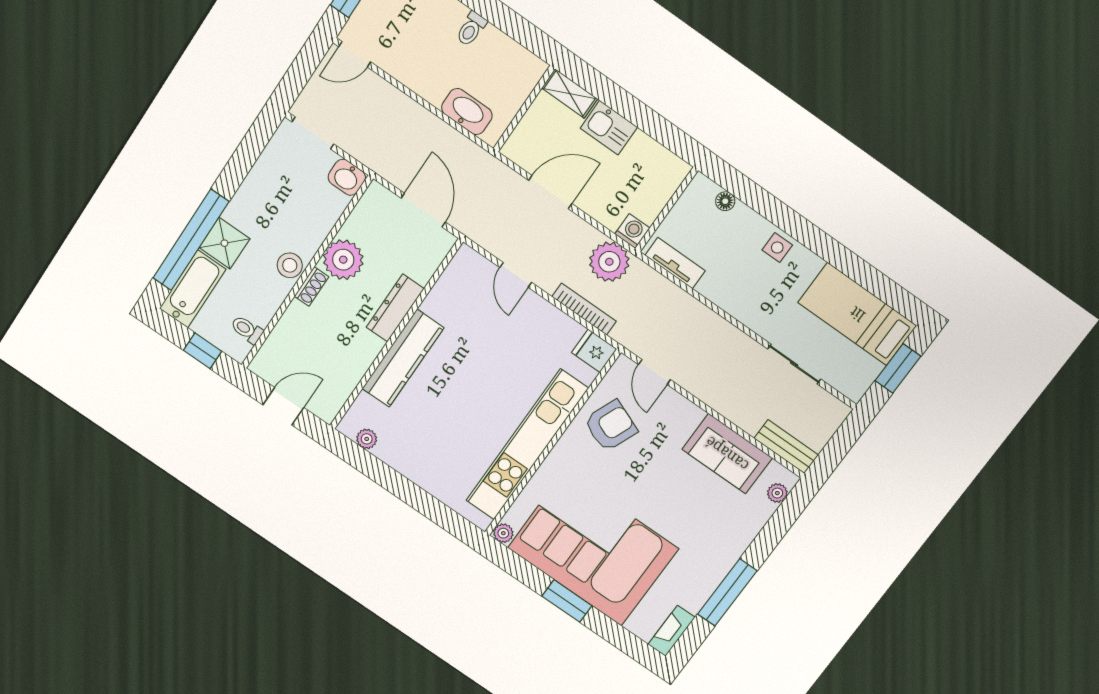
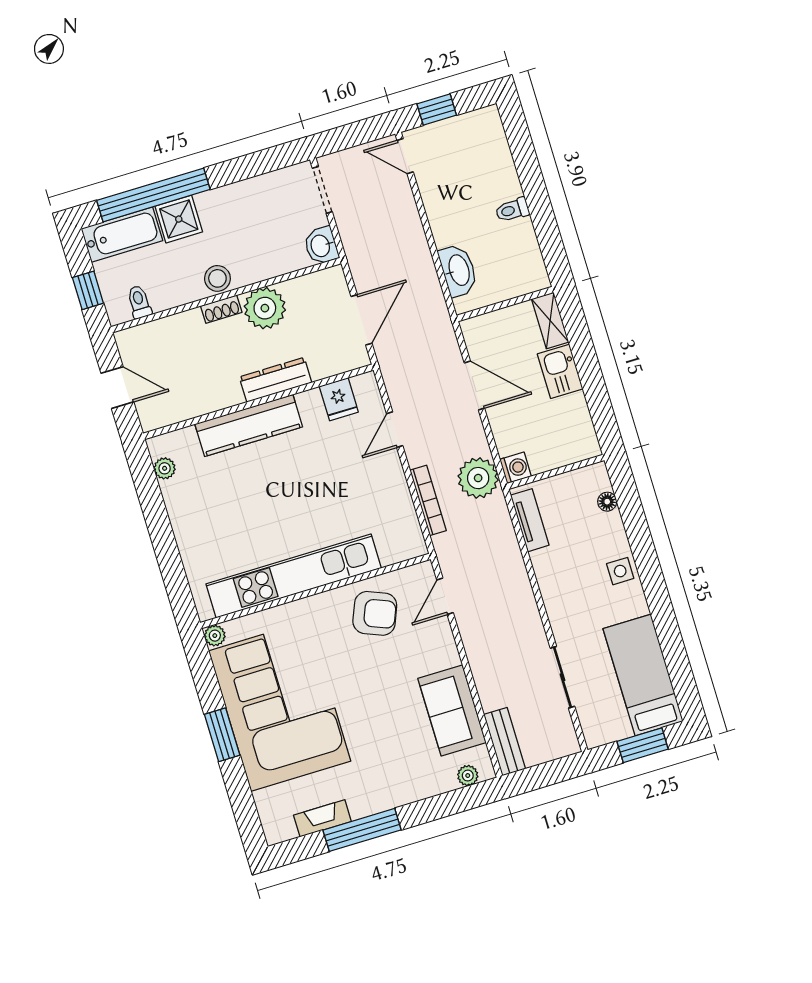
fridge: (594, 351) -> (339, 399), moved, turned 180
fireplace: (672, 631) -> (322, 818), moved

